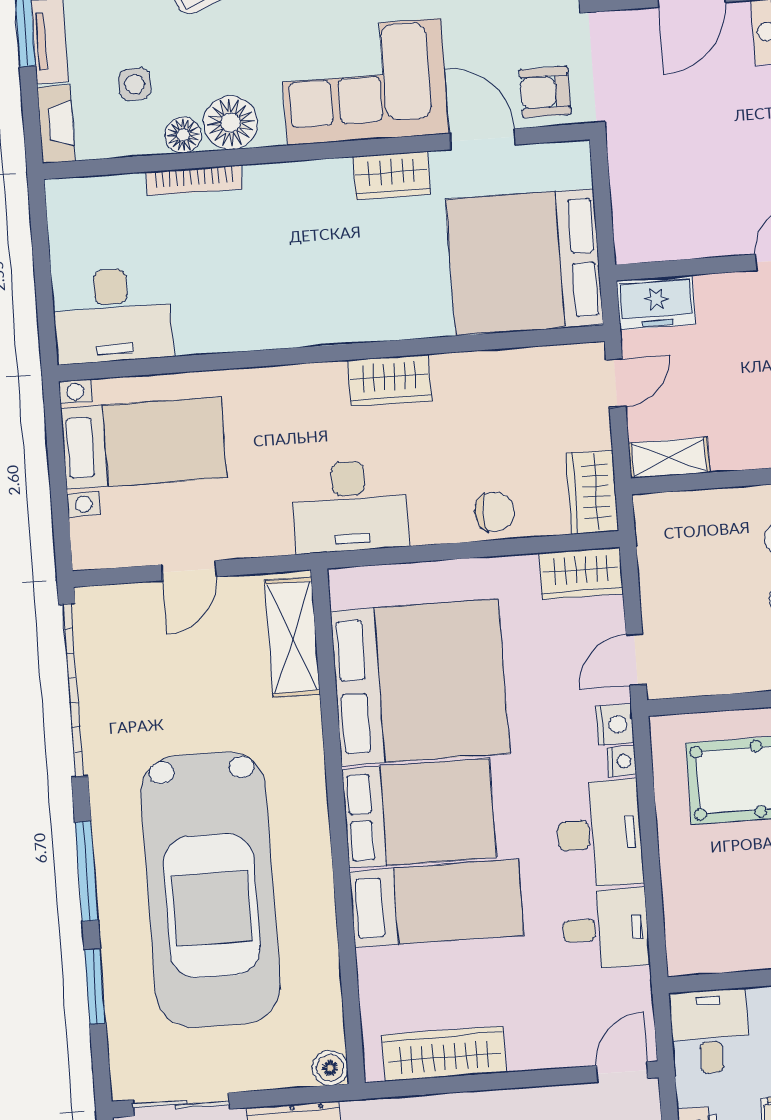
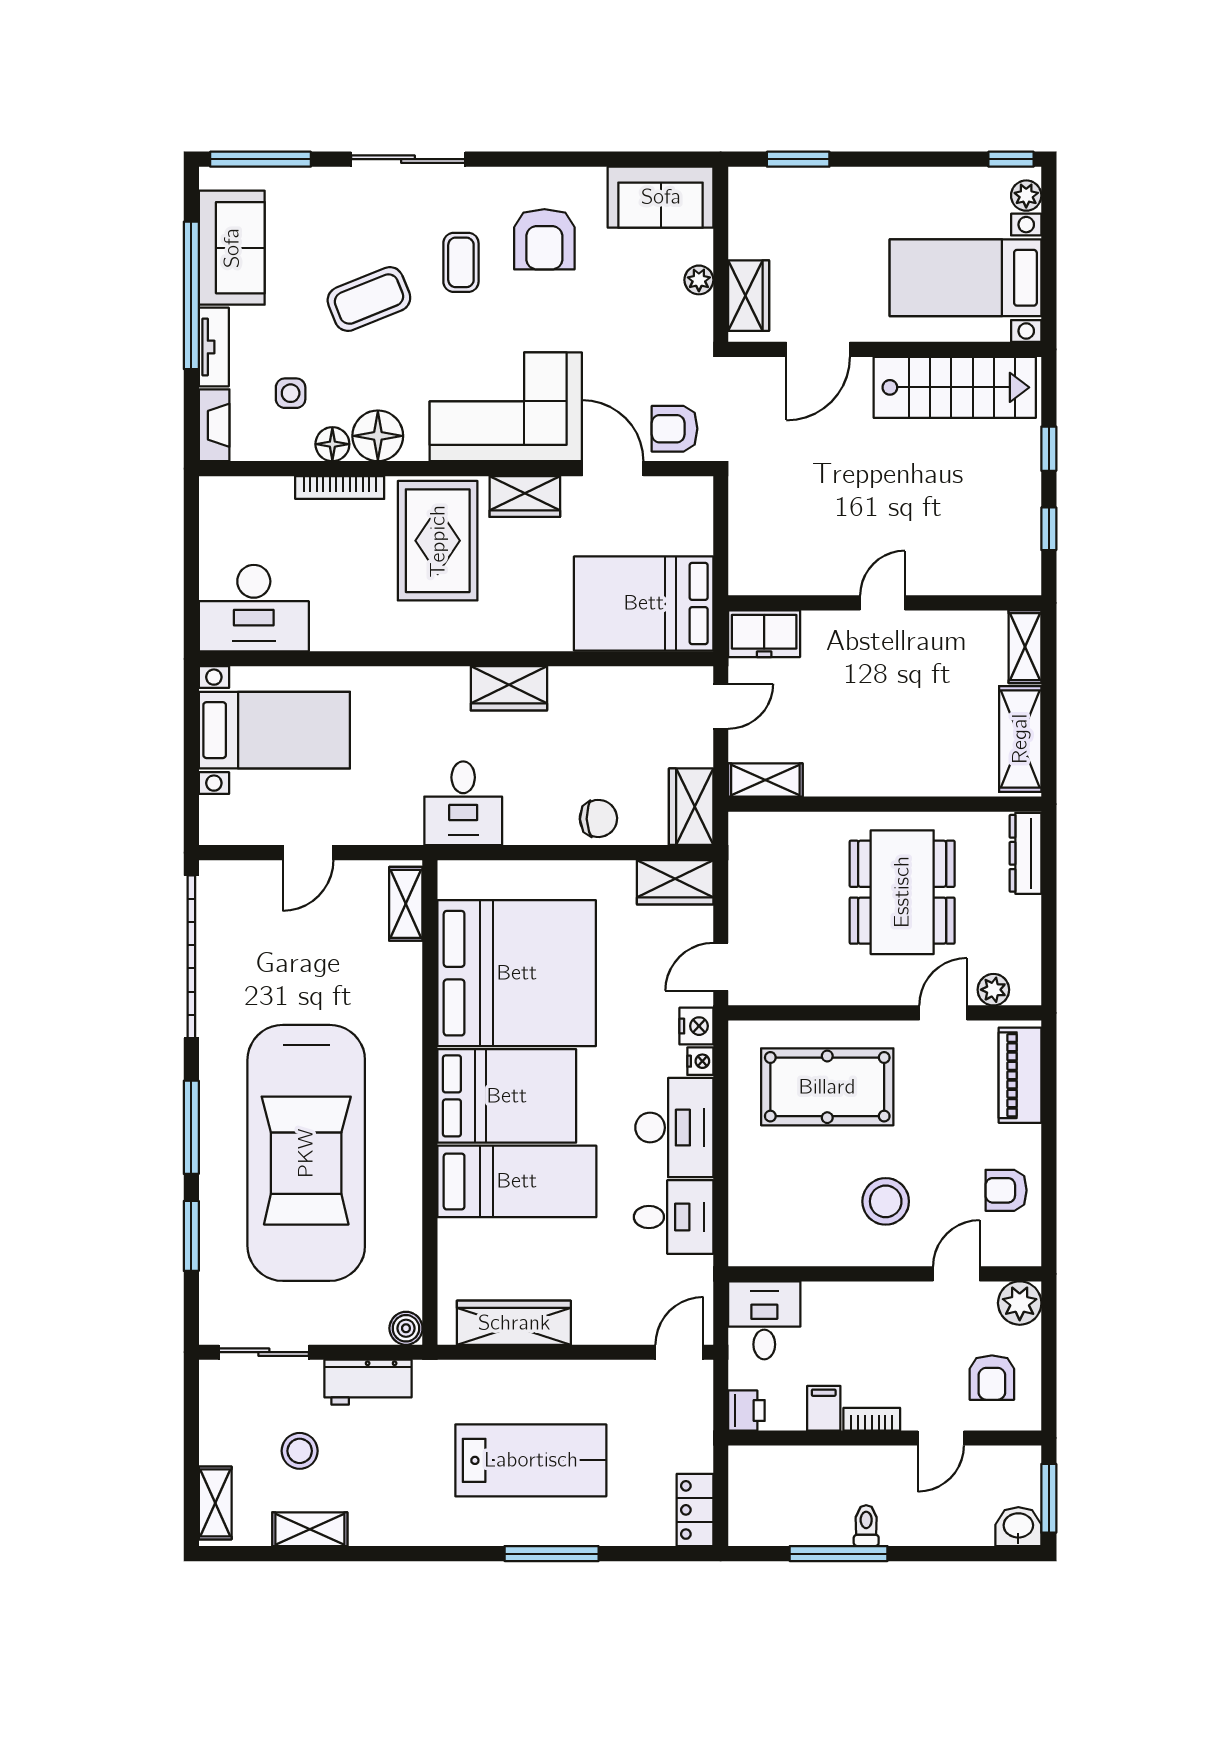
rug: (302, 229) -> (438, 541), added
bed: (525, 262) -> (644, 603), width x0.73
desk: (350, 506) -> (463, 803), width x0.73
shelving: (292, 637) -> (406, 904), width x0.67, depth x0.75

